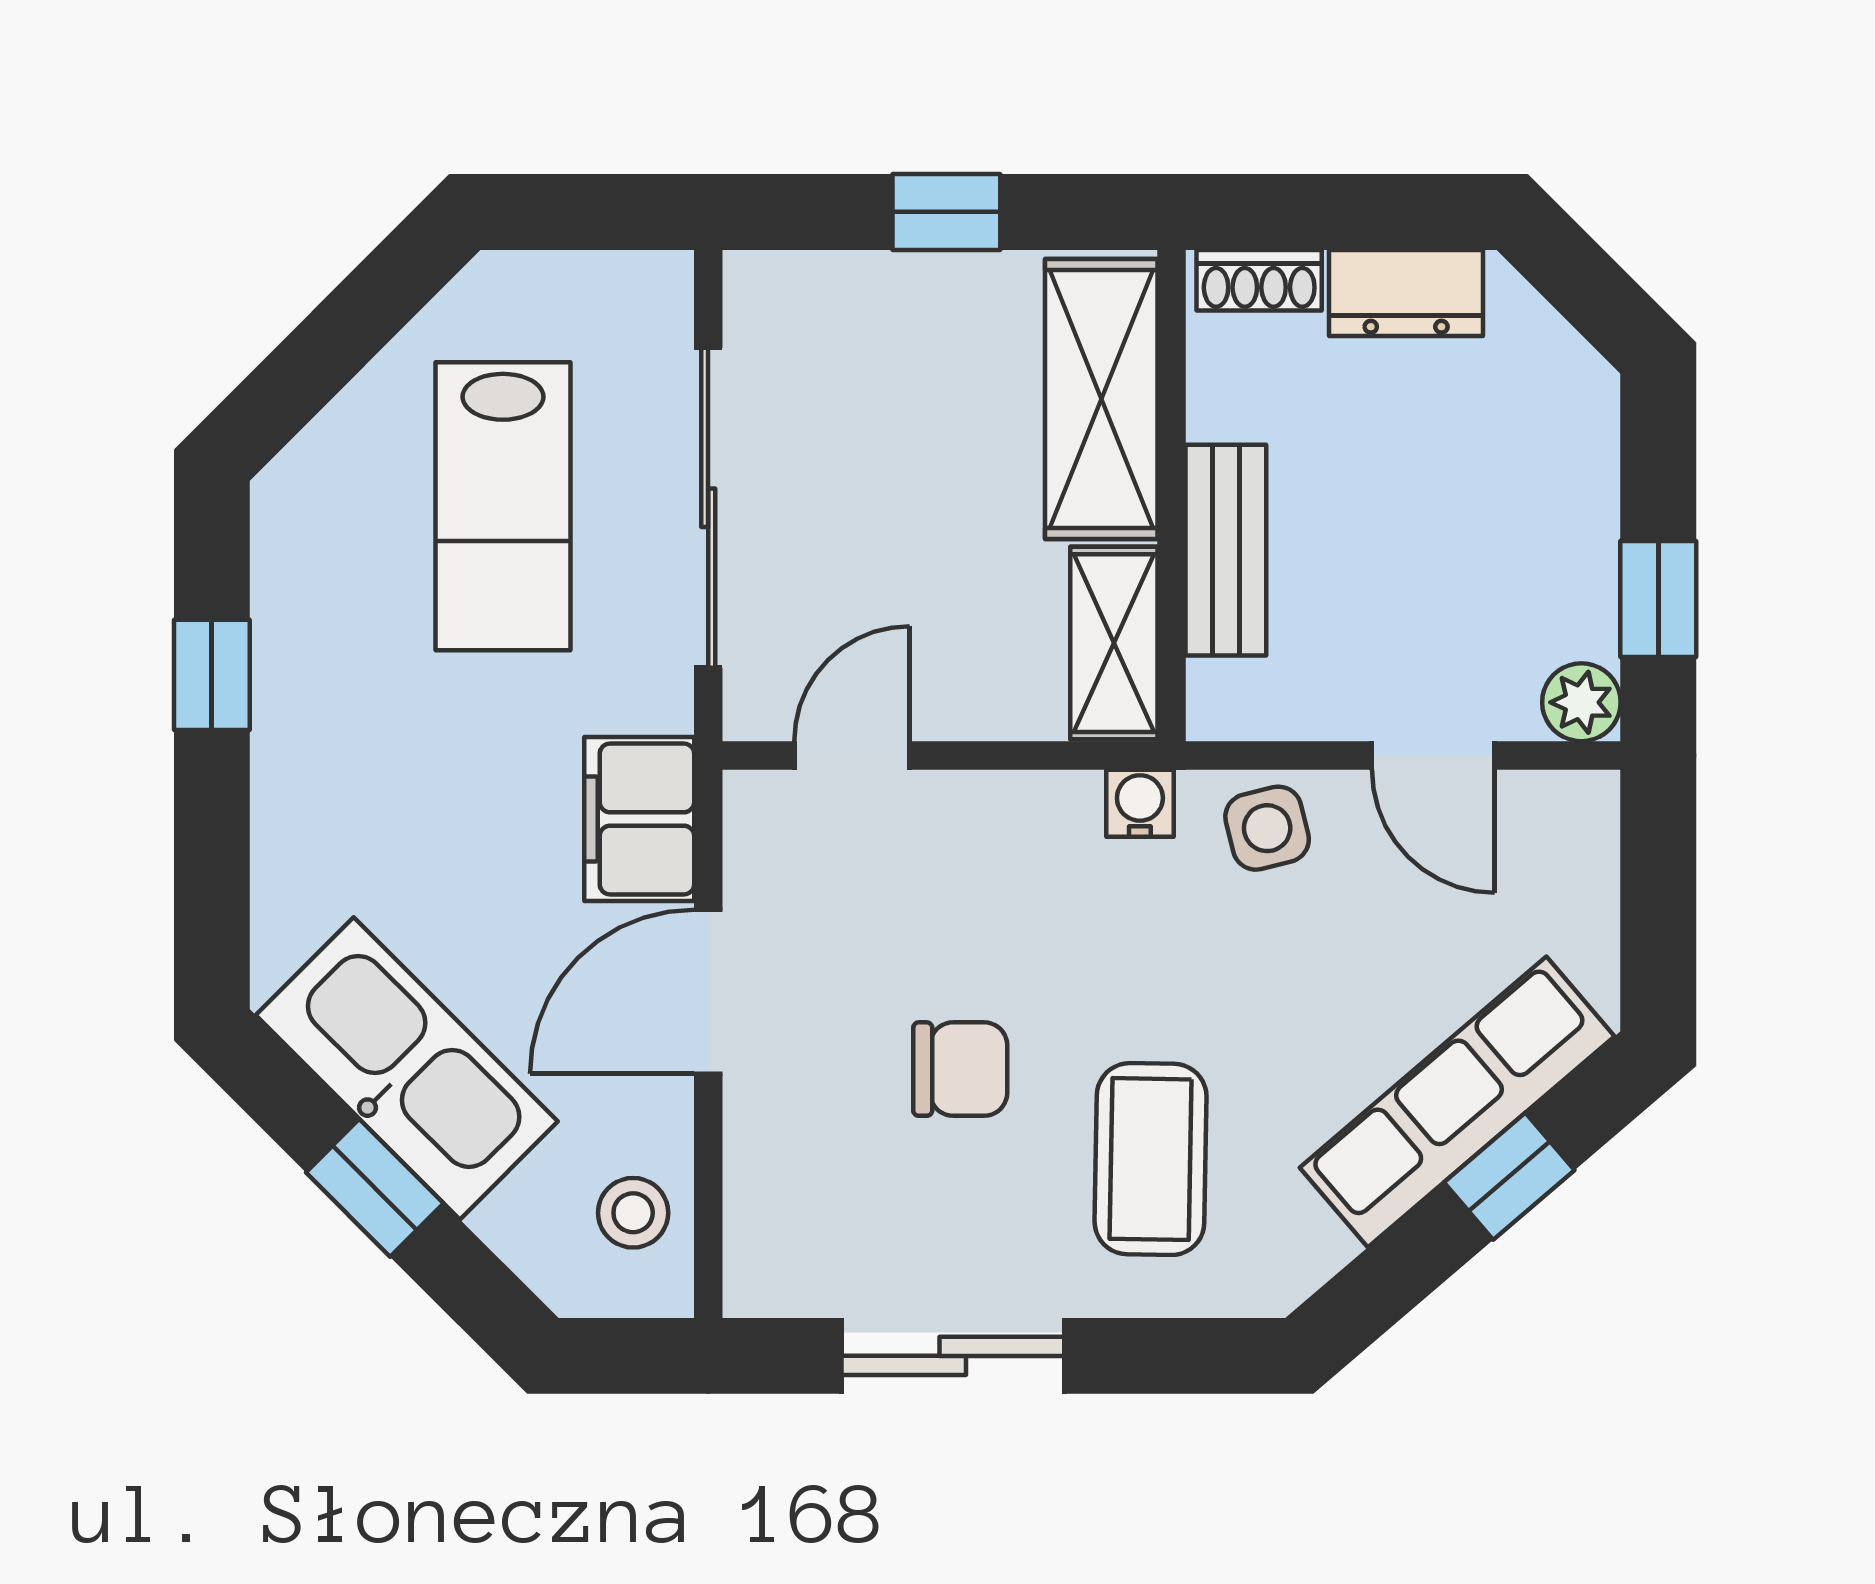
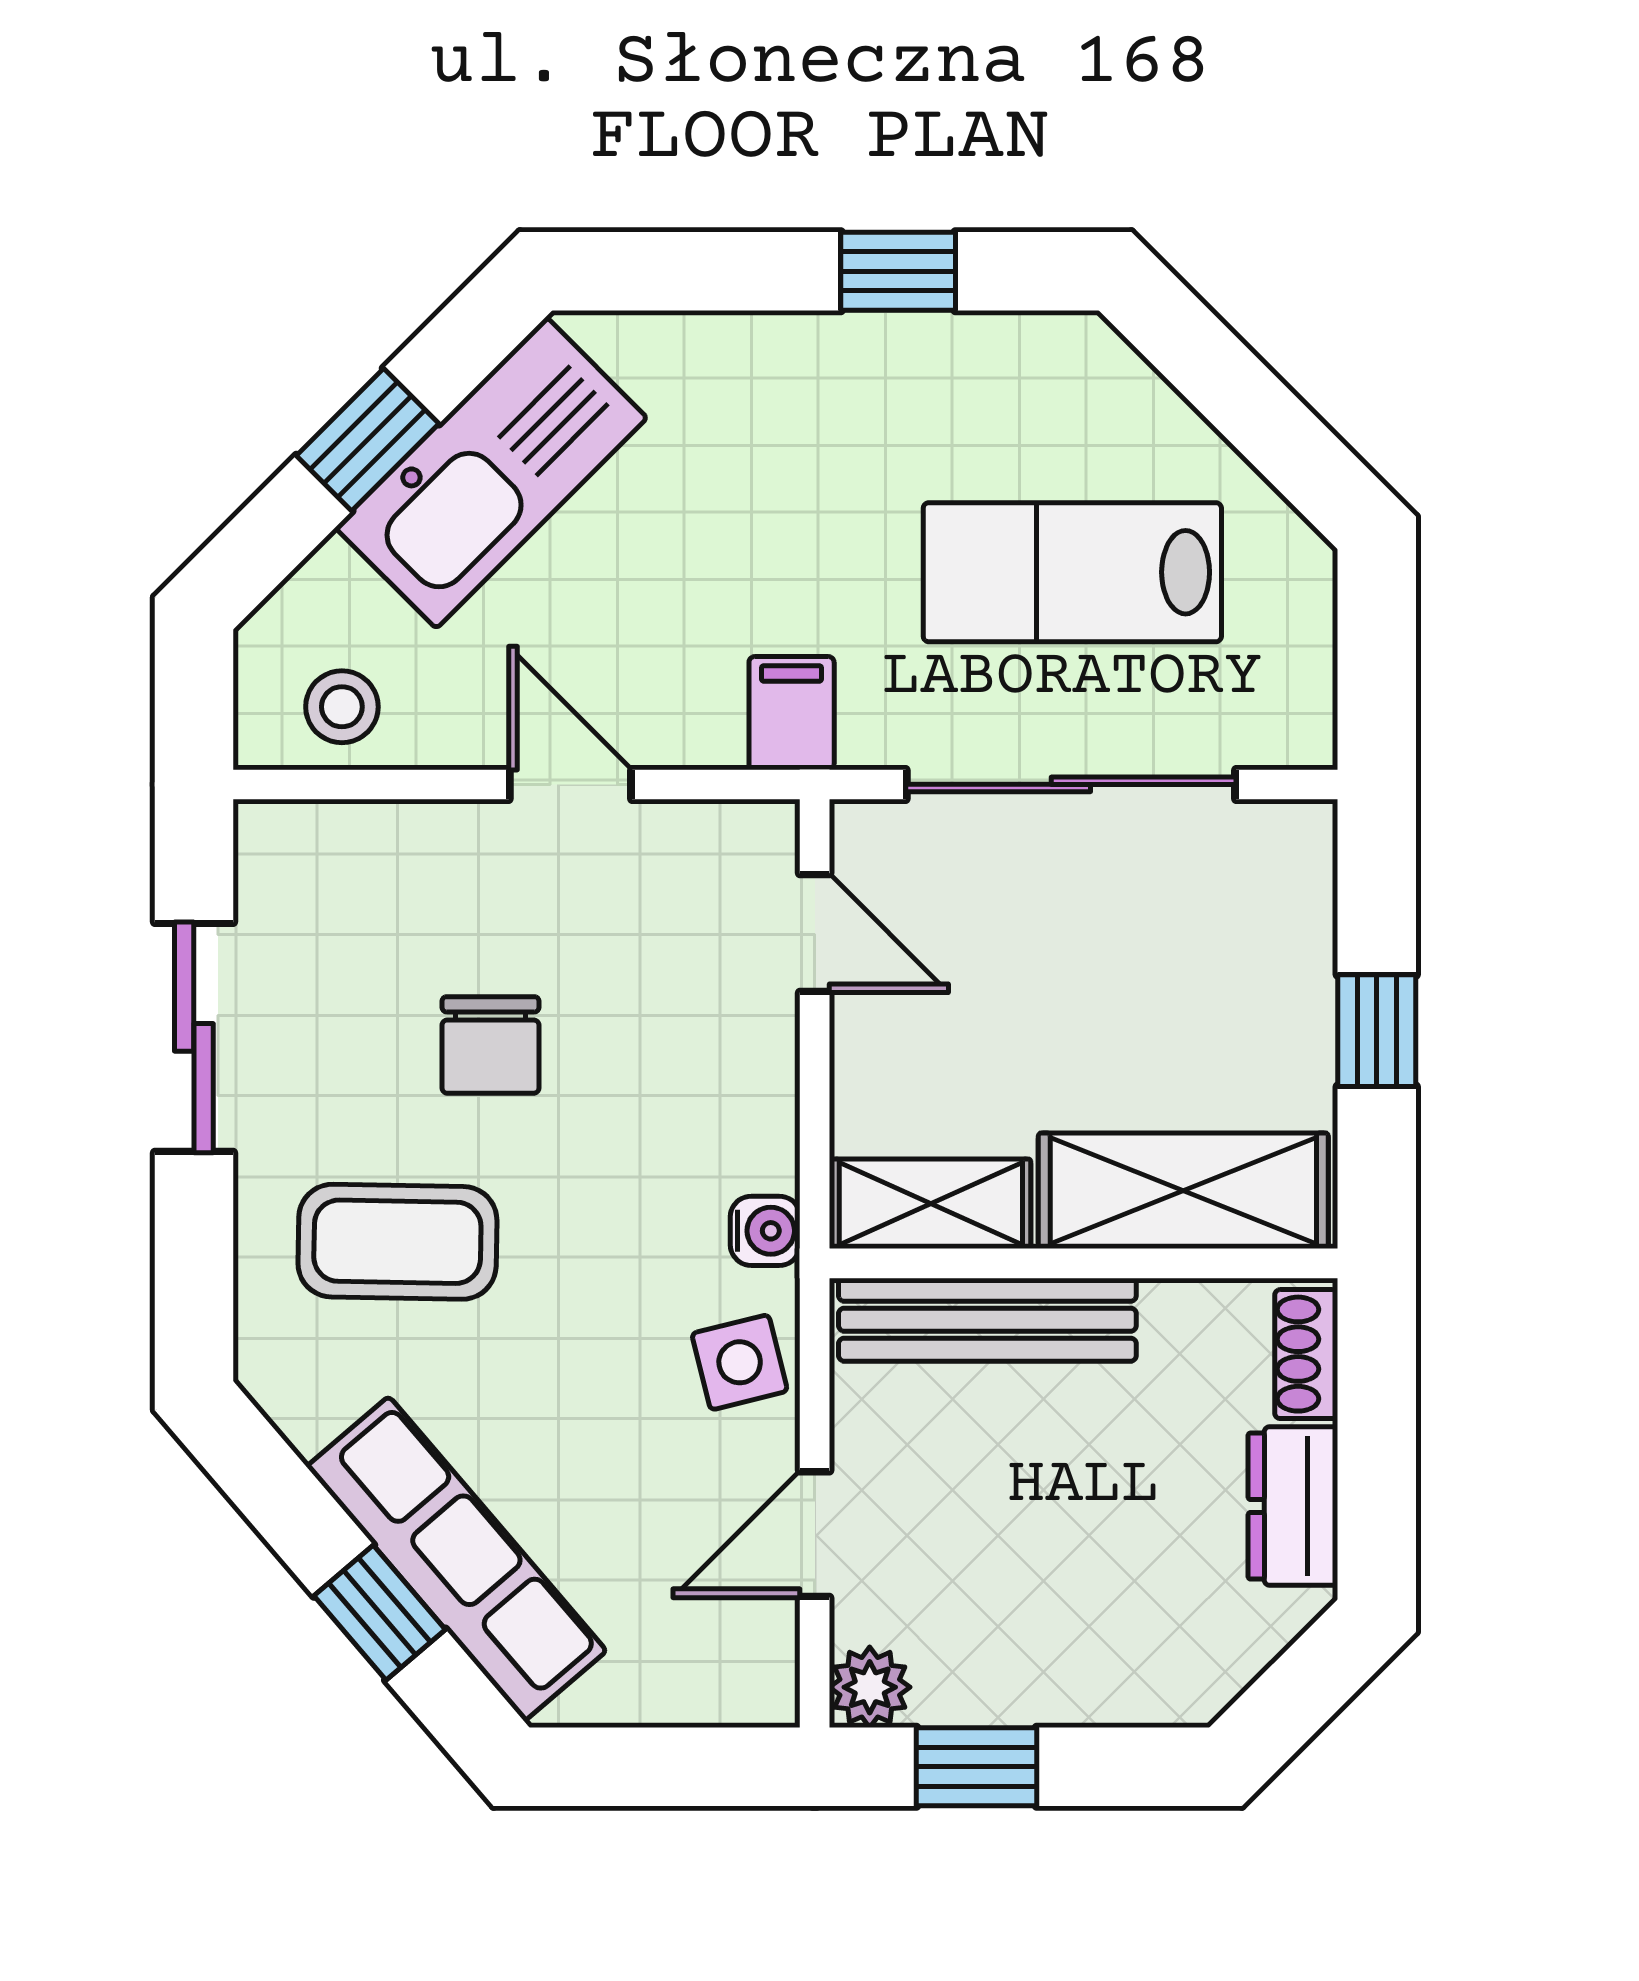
bench: (1226, 550) -> (987, 1320), width x1.36
filing cabinet: (639, 819) -> (792, 713), width x0.50
door: (708, 992) -> (570, 784), width x0.73

